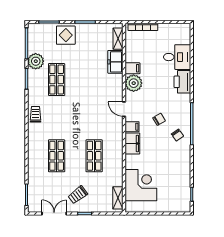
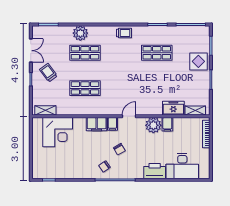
desk: (177, 57) -> (182, 166), width x1.37
plant: (36, 61) -> (80, 33), moved

